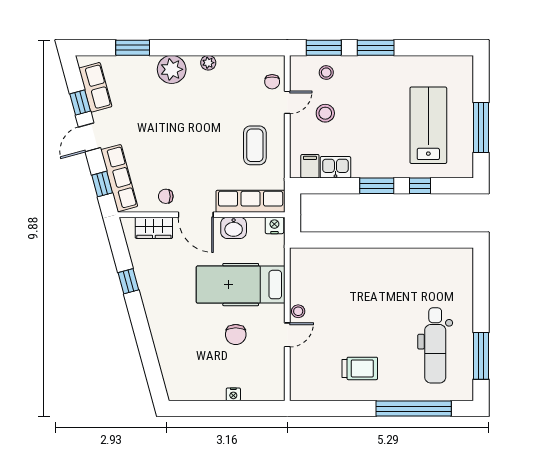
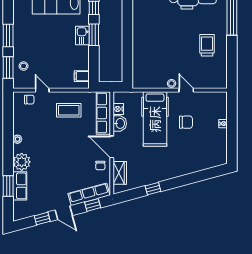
row of seats: (95, 87) -> (20, 186), moved, turned 105
stool: (325, 113) -> (49, 67), removed
kitchen sink: (335, 167) -> (82, 35), moved
door: (196, 215) -> (112, 147), swing flipped
nightstand: (274, 225) -> (118, 109), moved

